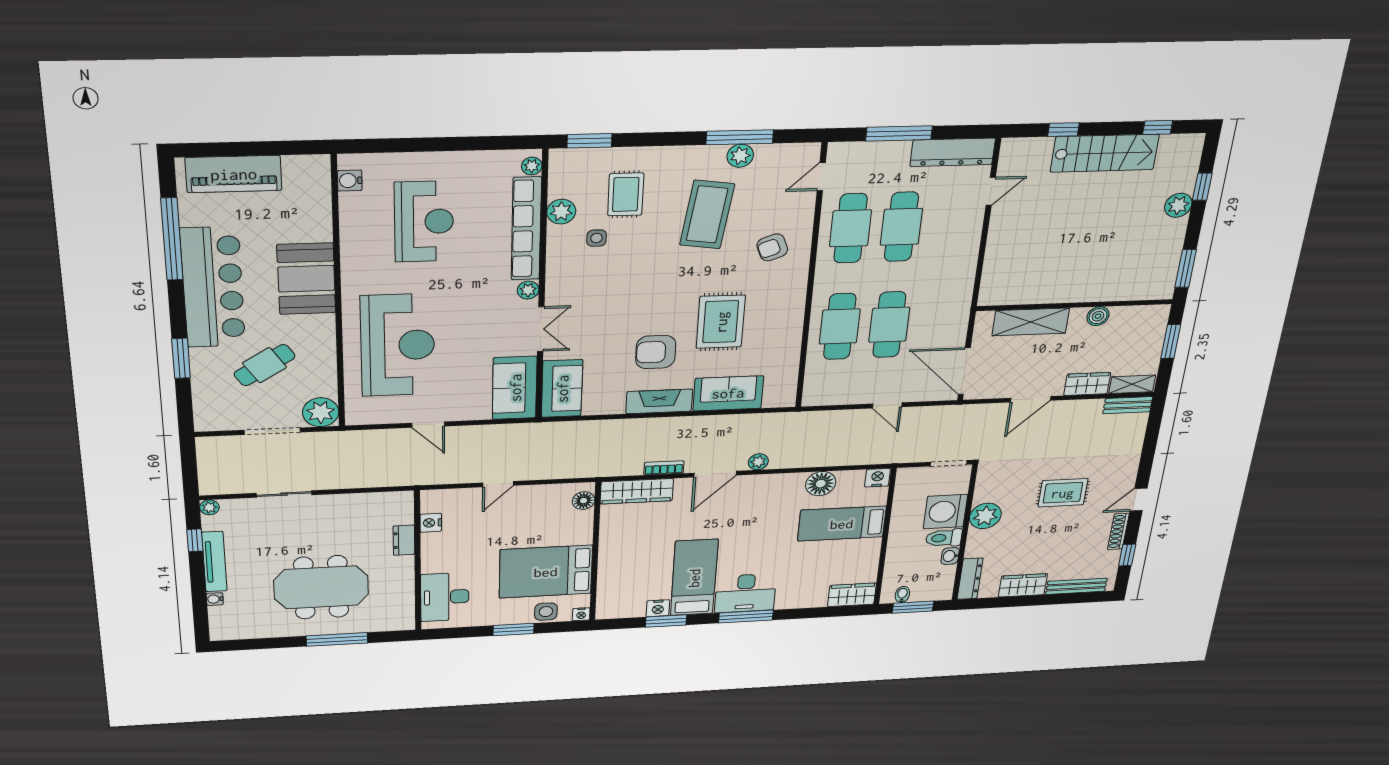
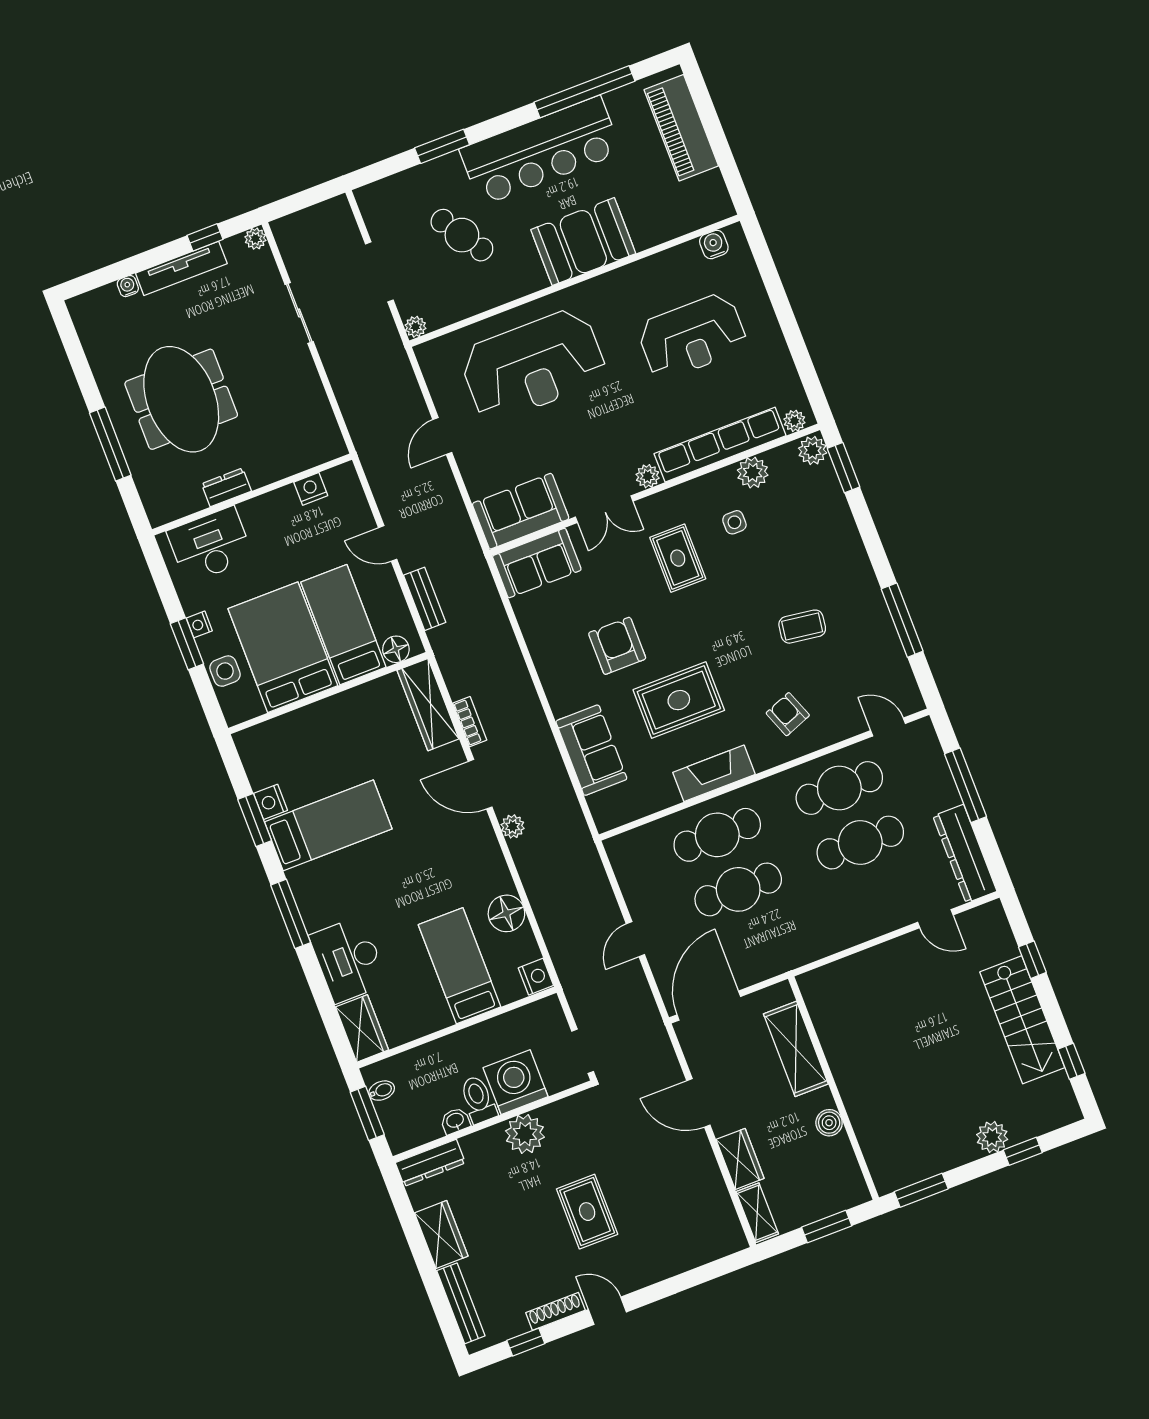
plant: (740, 156) -> (813, 450), moved
rug: (626, 194) -> (678, 558), moved, turned 90
coffee table: (707, 215) -> (802, 627), width x0.54, depth x0.58
fireplace: (659, 401) -> (714, 773), moved, turned -90
bench: (1128, 405) -> (425, 599), moved
plant: (321, 412) -> (415, 327), width x0.53, depth x0.53
bed: (548, 529) -> (343, 625), added
dresser: (404, 540) -> (226, 487), moved
desk: (745, 593) -> (349, 960), moved
nightstand: (581, 614) -> (199, 624), moved

